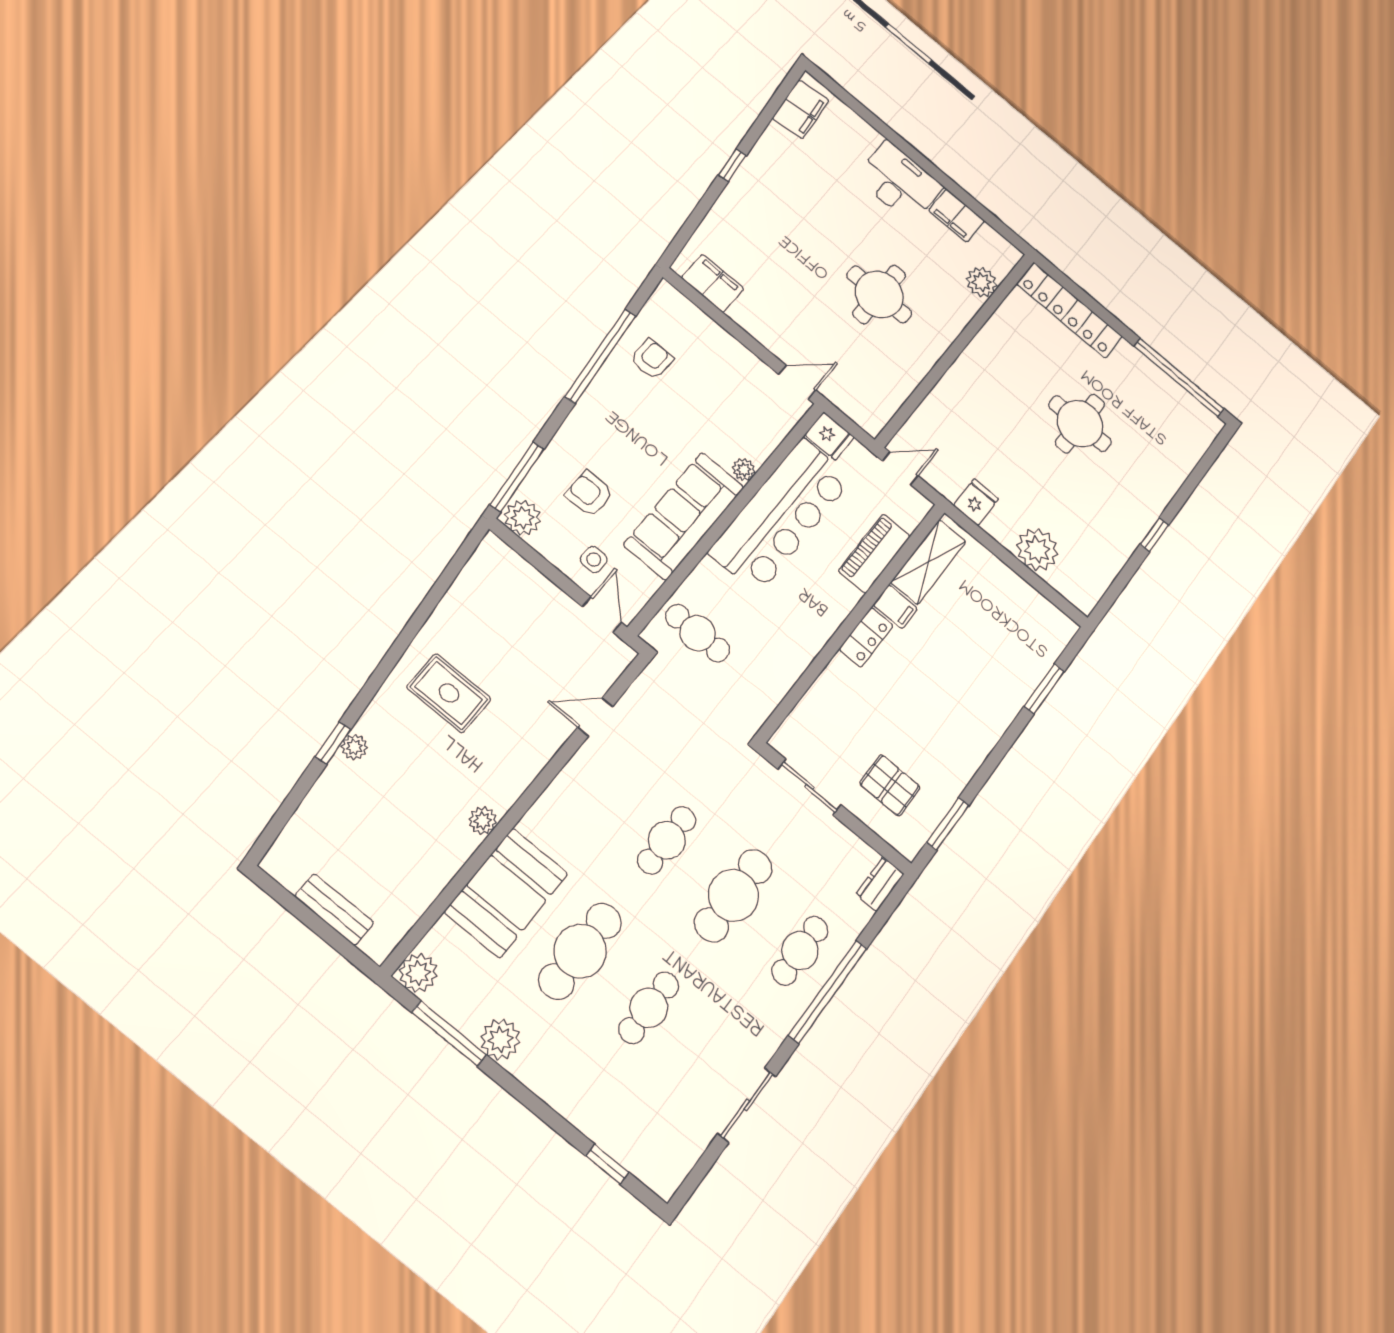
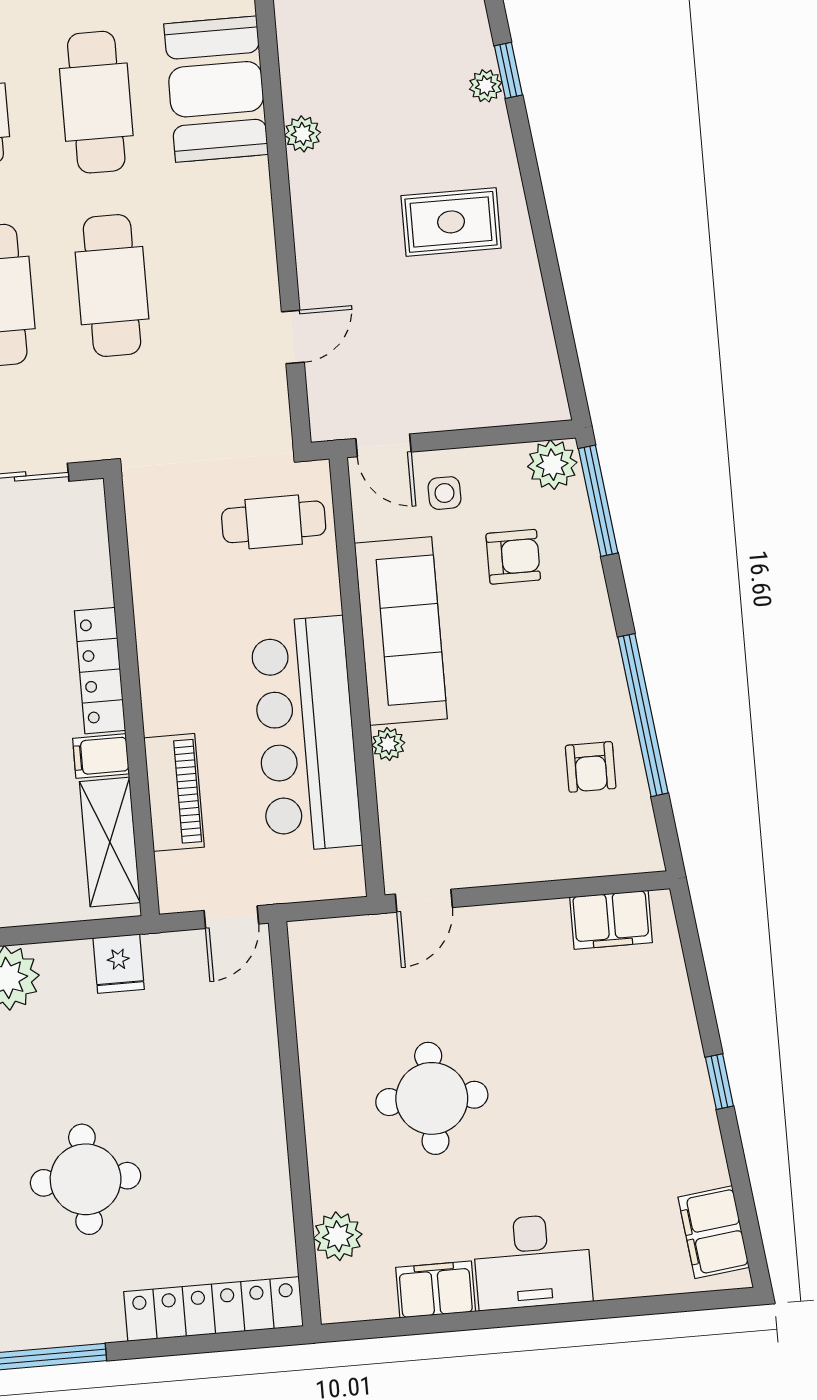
fridge: (829, 436) -> (336, 875), removed
locker: (866, 637) -> (100, 671), width x1.53
cafe table: (667, 840) -> (112, 286), width x1.37, depth x1.35

